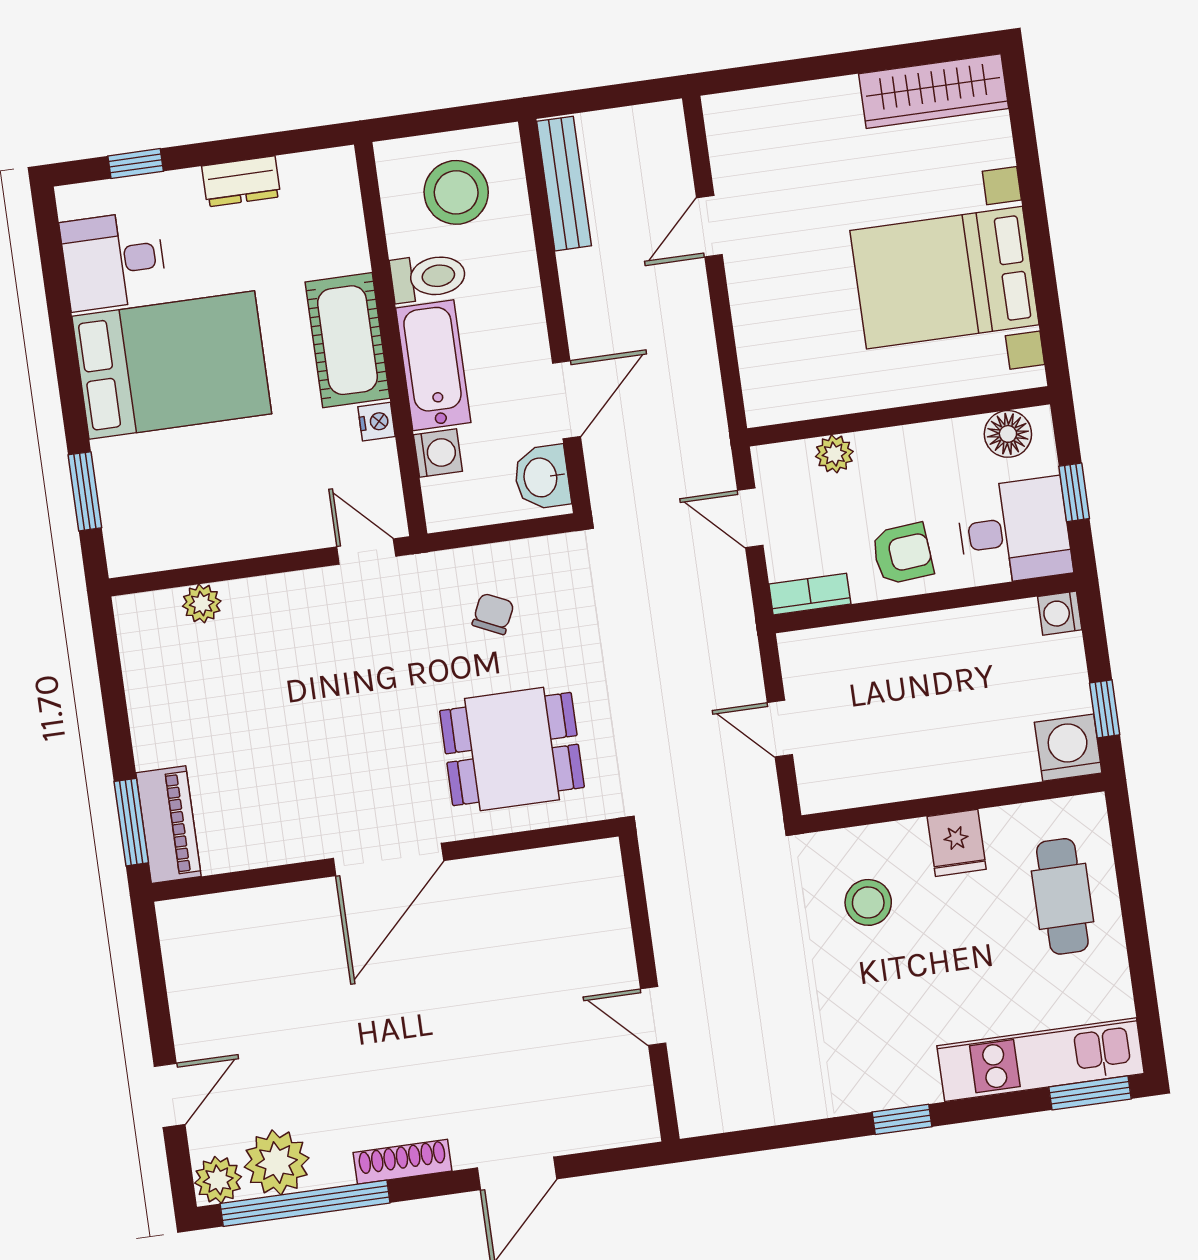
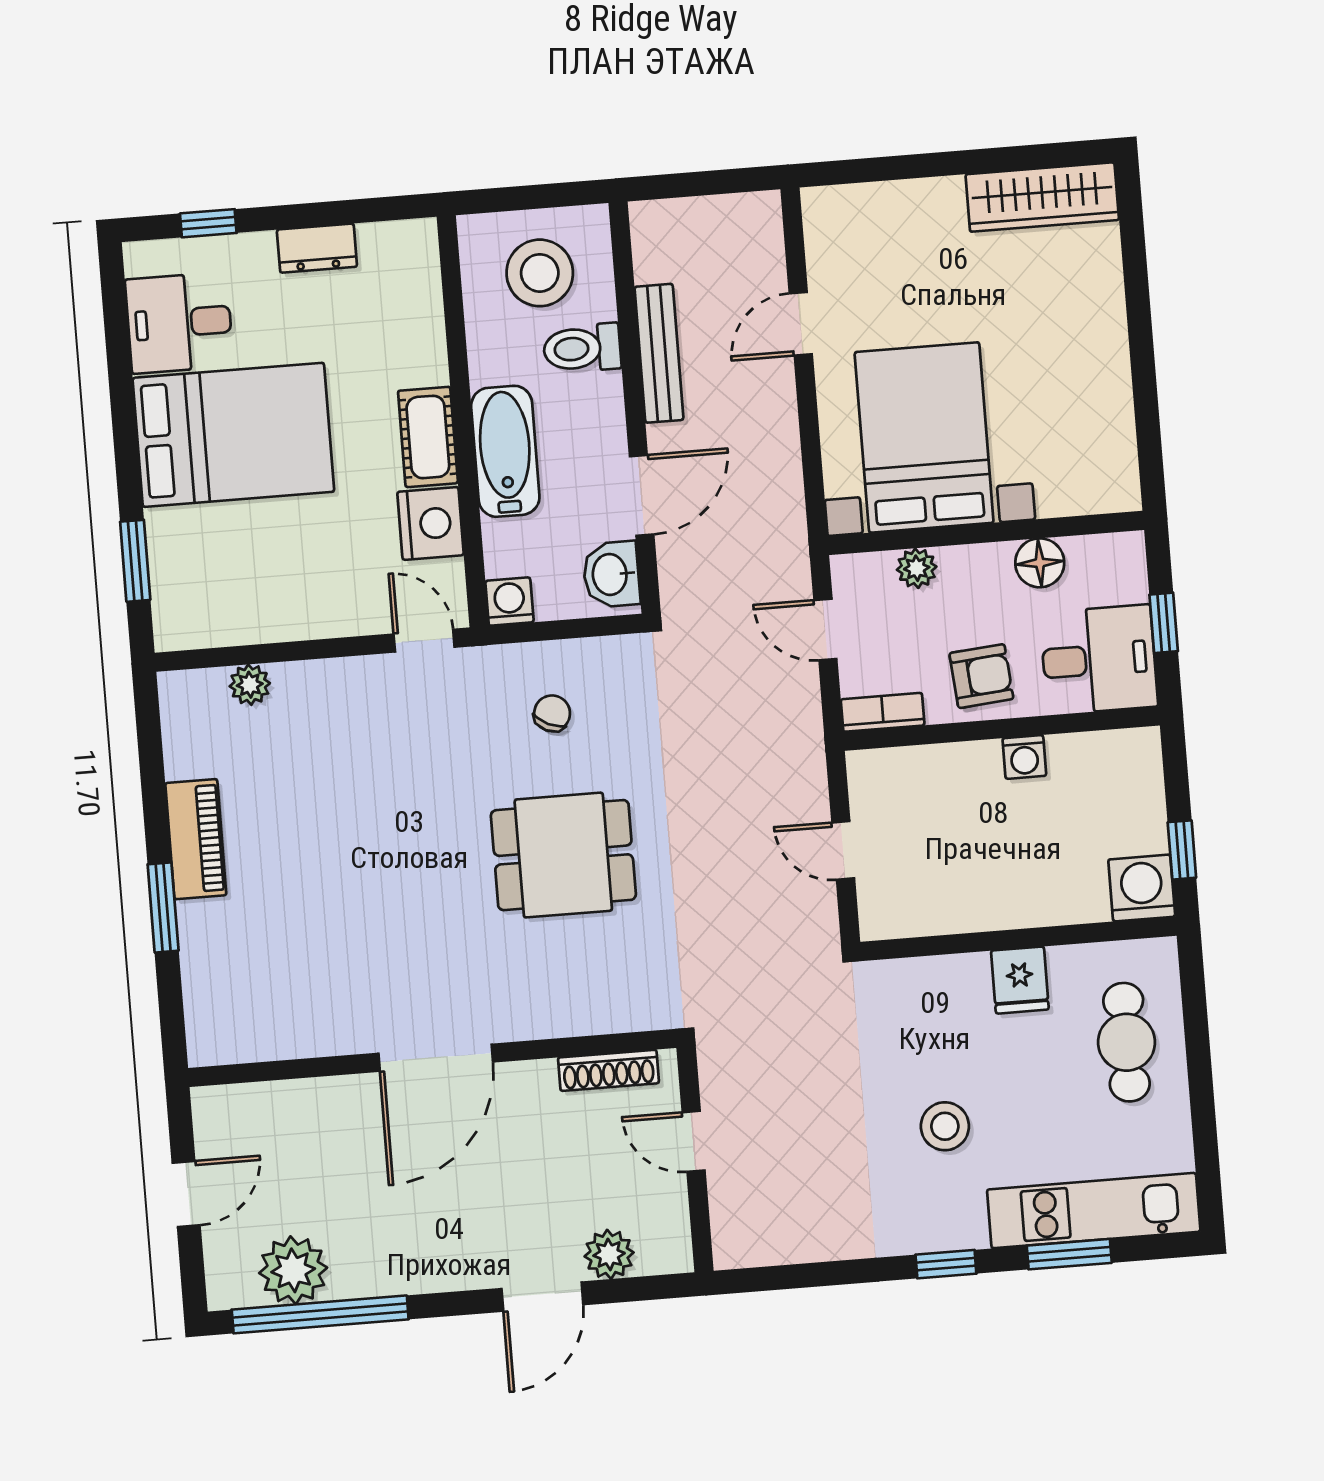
bench: (564, 184) -> (659, 353), moved
toilet: (428, 277) -> (582, 348), moved, turned 180
bed with nightstands: (944, 278) -> (924, 437), moved, turned 90
cot: (347, 340) -> (428, 437), width x0.73, depth x0.75
nightstand: (377, 422) -> (431, 523), width x1.89, depth x1.79
floor lamp: (1008, 434) -> (1040, 563), moved
washing machine: (438, 453) -> (509, 602), moved, turned -90
washing machine: (1060, 613) -> (1024, 757), moved, turned -90
piano: (169, 825) -> (196, 839), moved
wall: (385, 860) -> (432, 1058), moved
door: (388, 860) -> (436, 1058), moved
stool: (868, 902) -> (945, 1126), moved
window: (1090, 1093) -> (1069, 1254), moved
shoe rack: (403, 1162) -> (608, 1070), moved, turned 180
plant: (218, 1180) -> (609, 1254), moved

